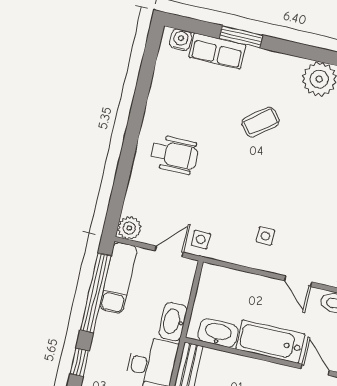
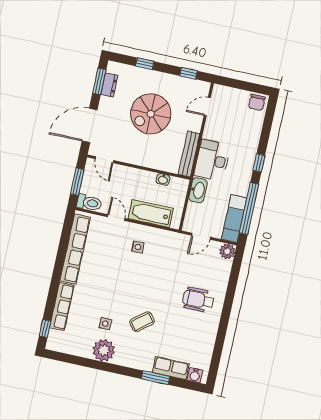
side table: (201, 239) -> (105, 324), moved
washbasin: (218, 333) -> (163, 179), width x0.52, depth x0.69
bathtub: (270, 342) -> (151, 214), moved, turned 180

